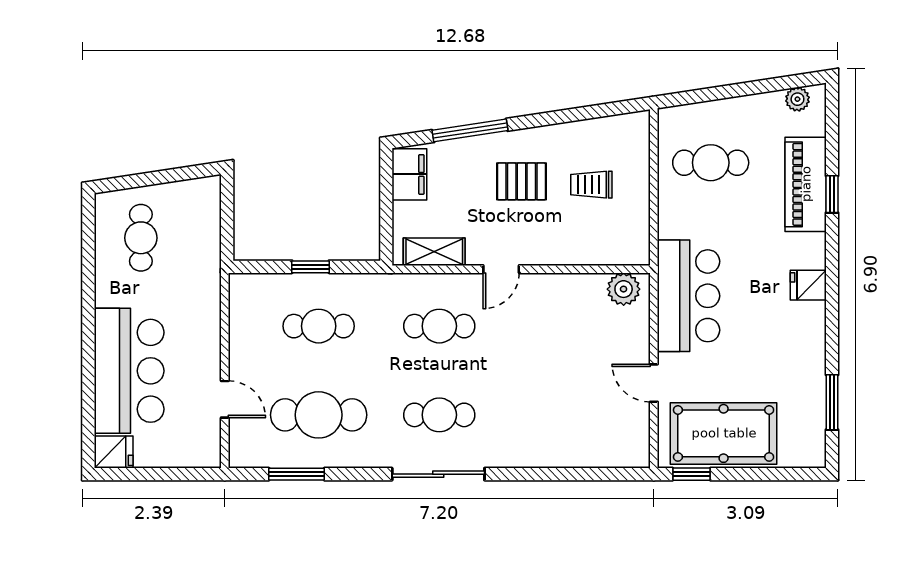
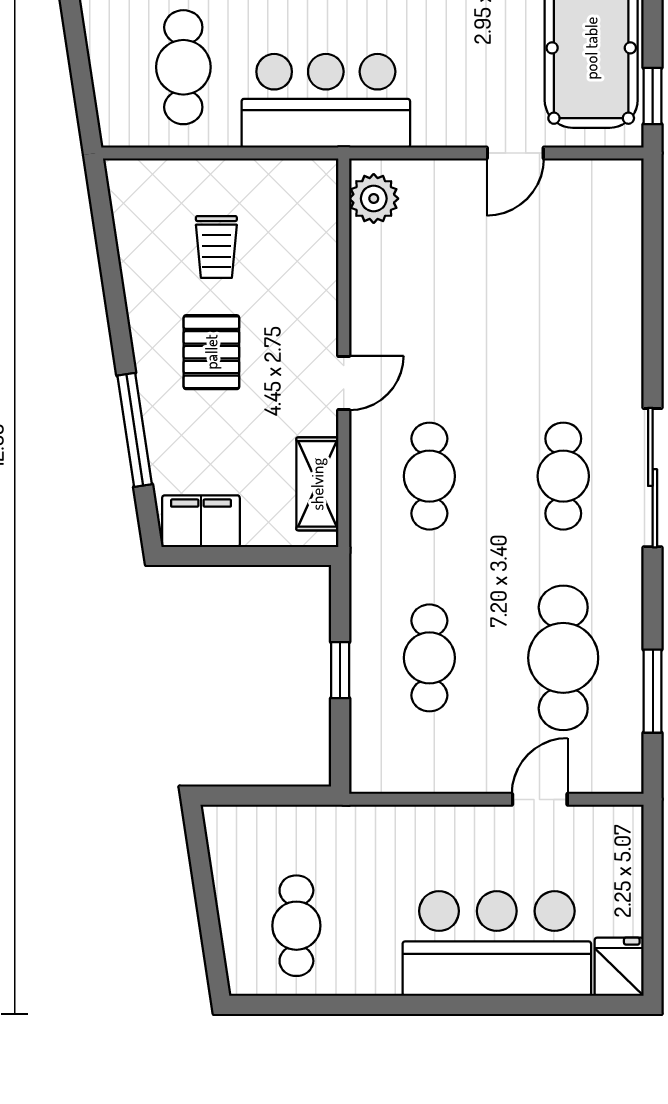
cafe table: (141, 238) -> (296, 926), turned 90
door: (501, 269) -> (344, 383), hinge flipped
bar counter: (688, 296) -> (326, 101), moved

